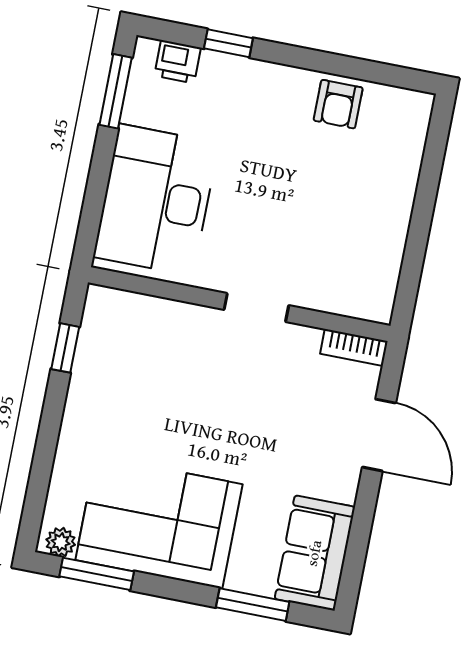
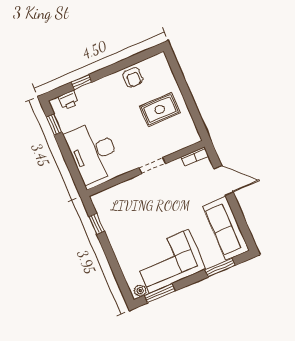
window: (116, 91) -> (54, 125), width x0.67
rug: (348, 205) -> (160, 110), added
sofa: (315, 553) -> (226, 228), width x1.36

